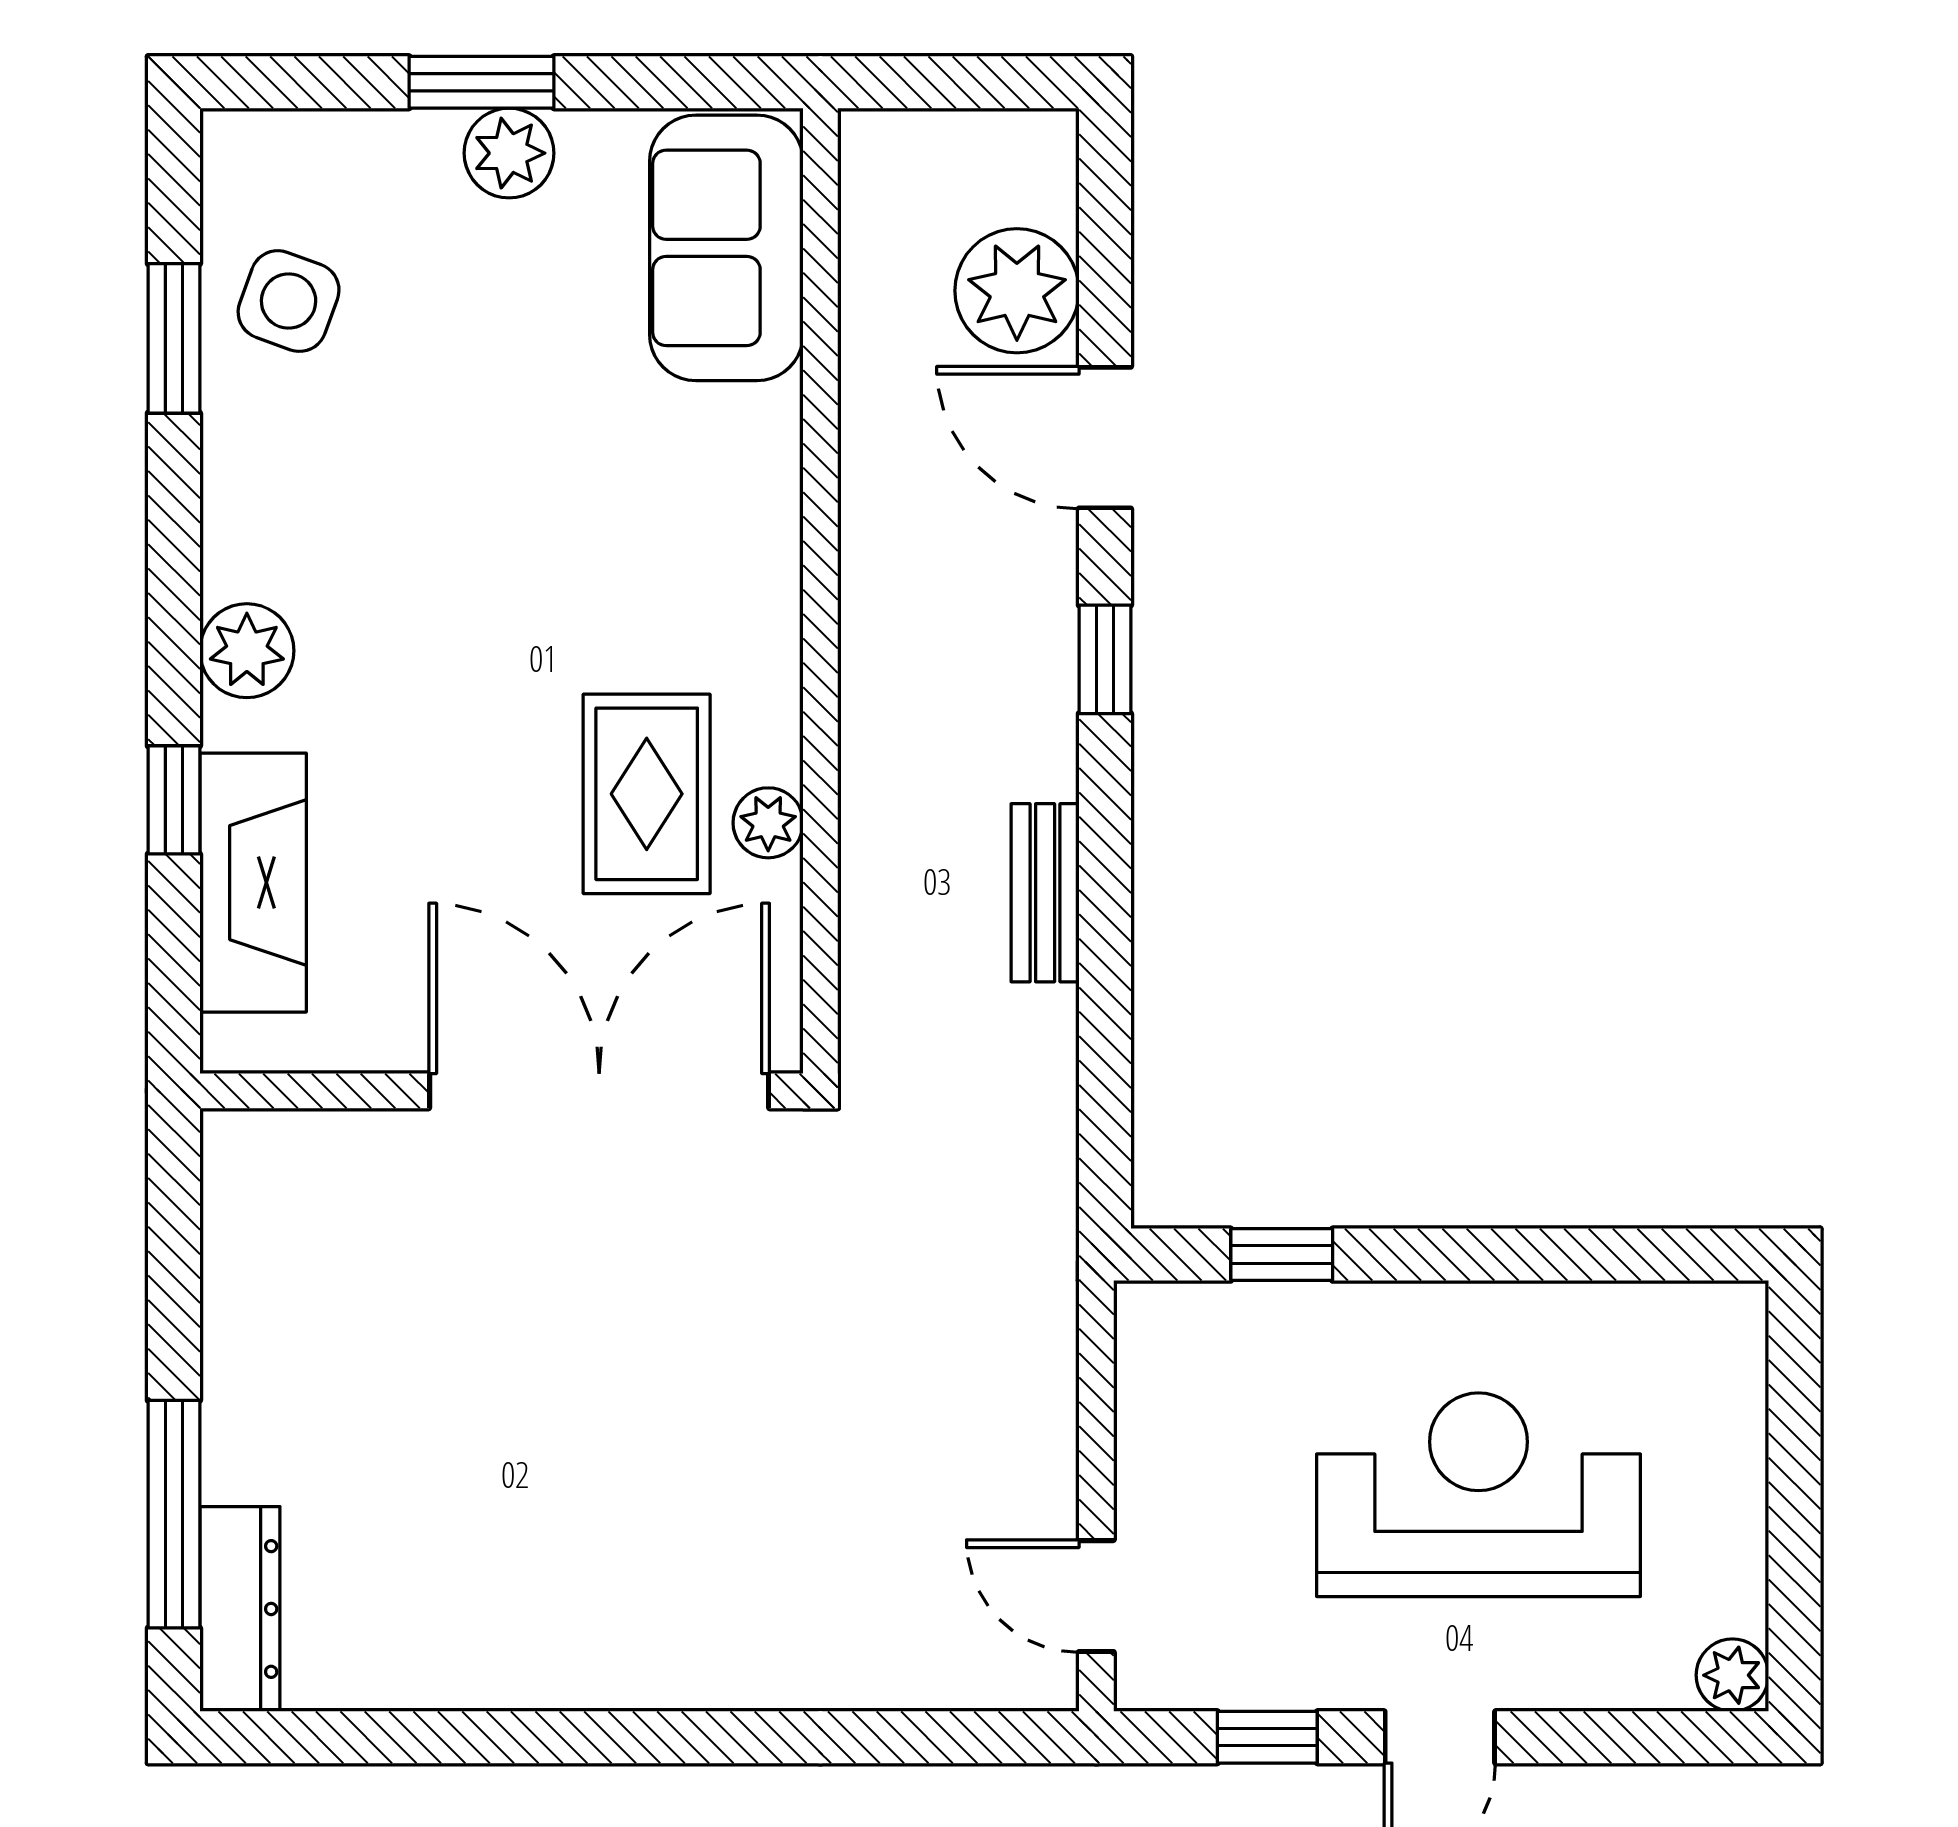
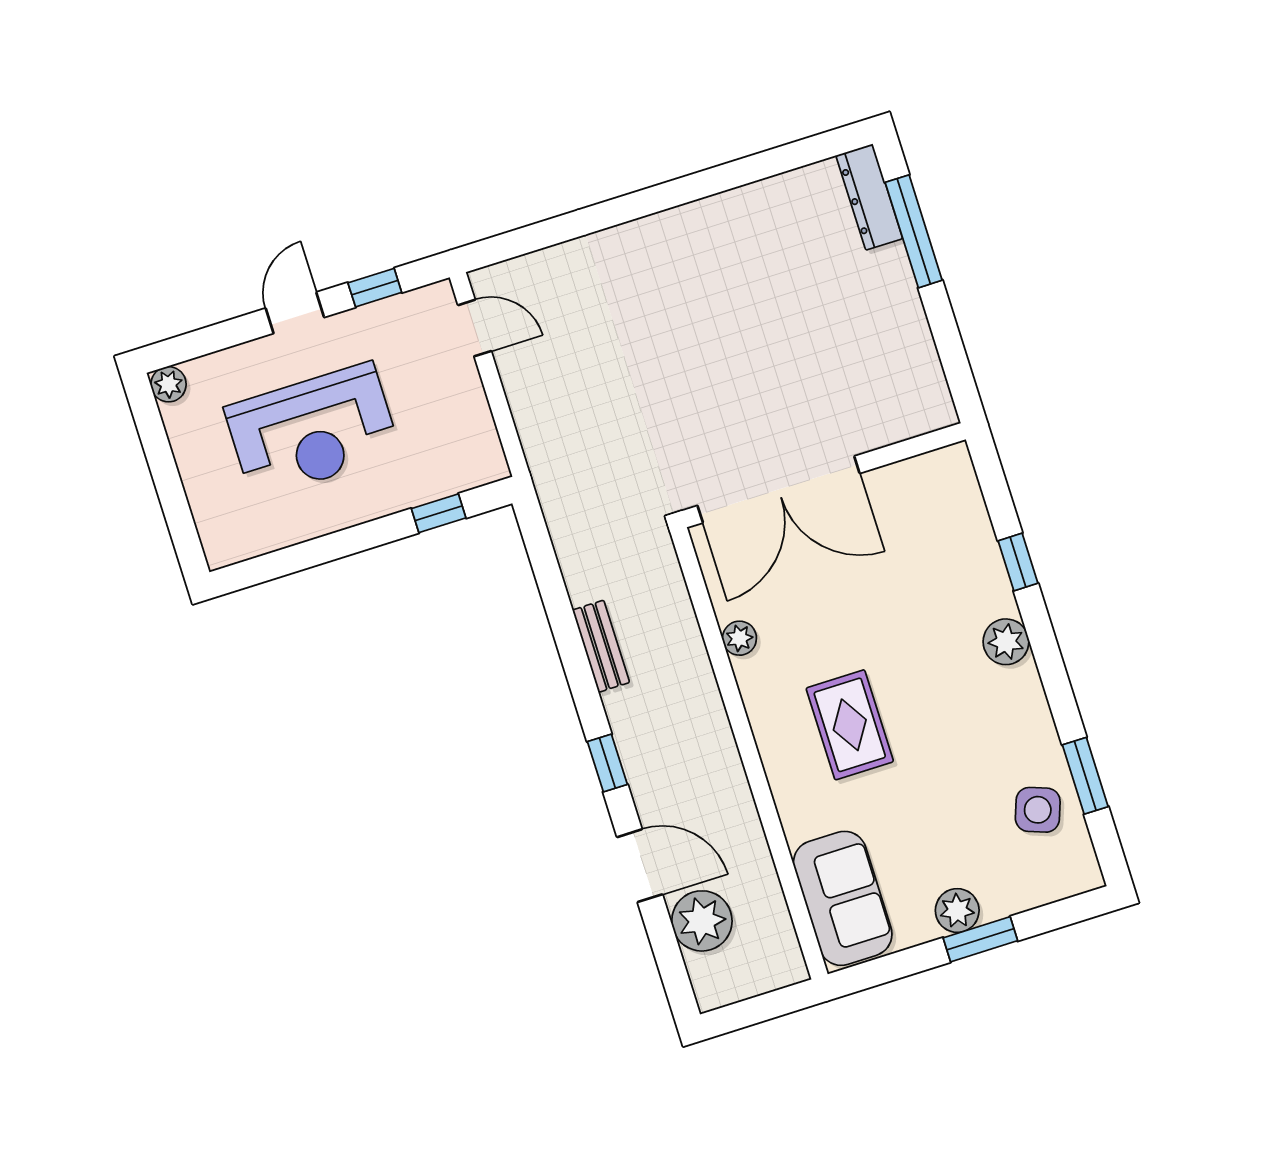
rug: (647, 794) -> (850, 725), moved
fireplace: (253, 883) -> (969, 535), removed

